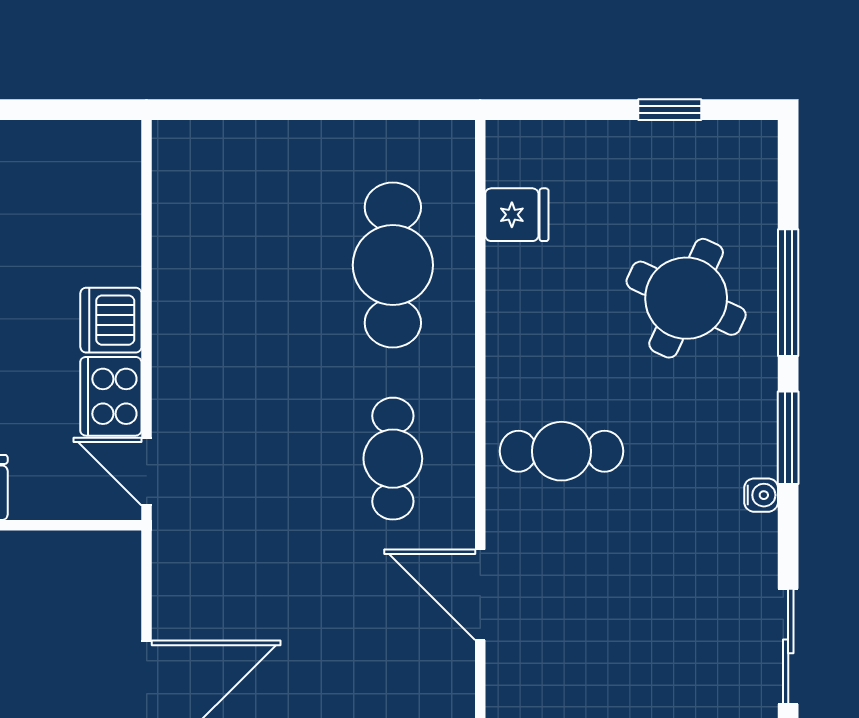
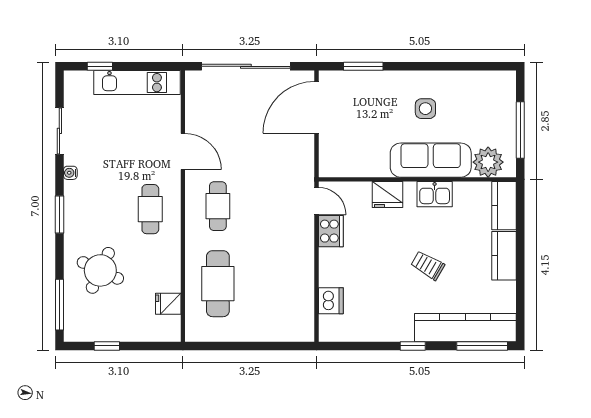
window: (788, 293) -> (59, 305), moved
dishwasher: (111, 320) -> (331, 301), moved
cafe table: (561, 451) -> (150, 209), turned 90
water cooler: (761, 495) -> (70, 173), moved

